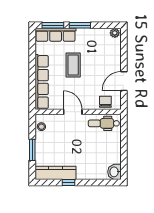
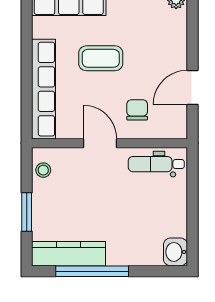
coffee table: (73, 65) -> (101, 58), turned 90
chair: (105, 102) -> (137, 110), moved
window: (68, 182) -> (92, 271), width x3.17

